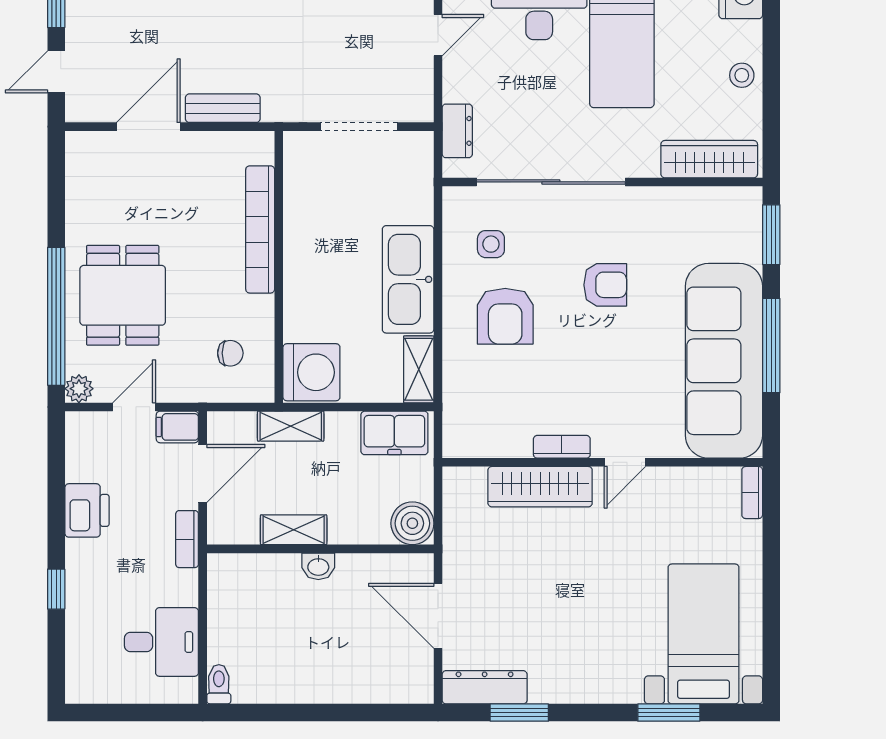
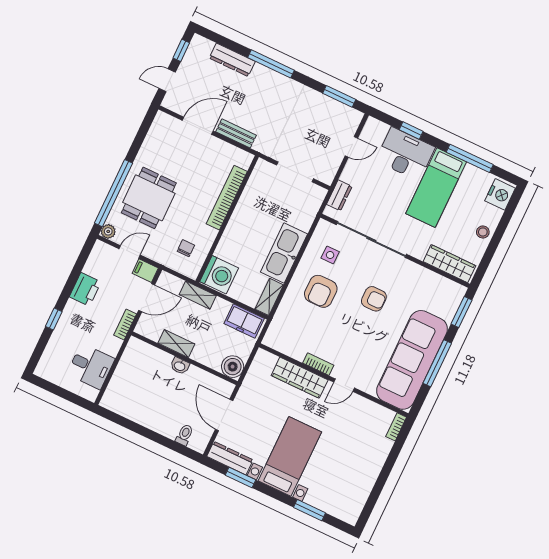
chair: (230, 353) -> (186, 248), turned -90
bed with nightstands: (703, 634) -> (290, 456), moved
toilet: (219, 684) -> (184, 435), moved

